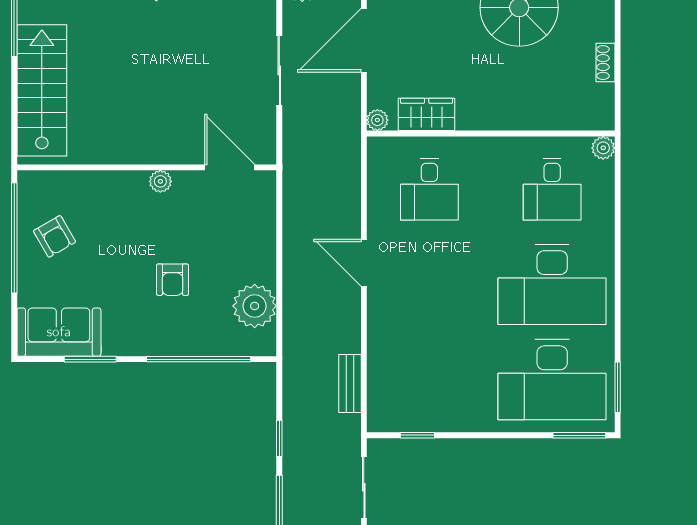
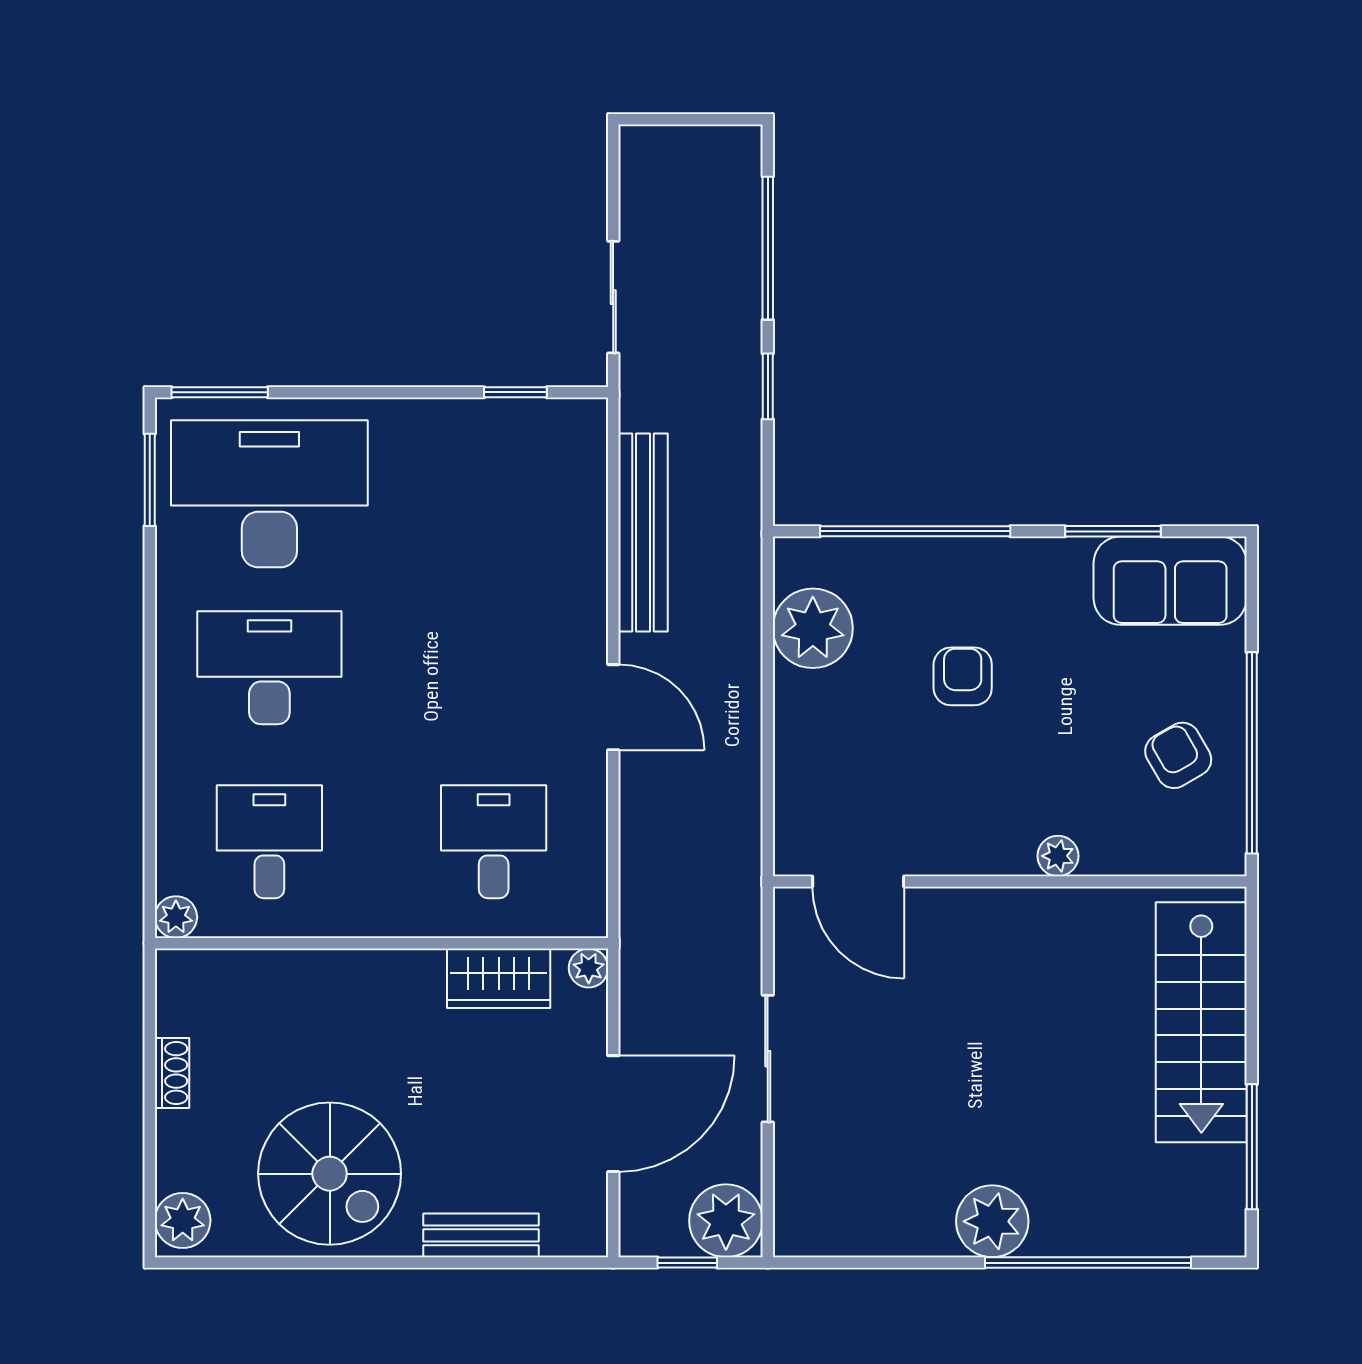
plant: (160, 181) -> (1058, 856), moved
desk: (552, 284) -> (269, 668), width x0.73, depth x0.77
bench: (350, 384) -> (643, 532), width x1.86, depth x1.21

